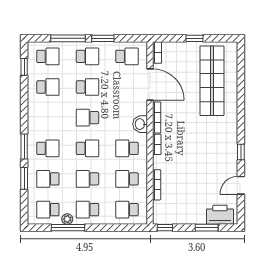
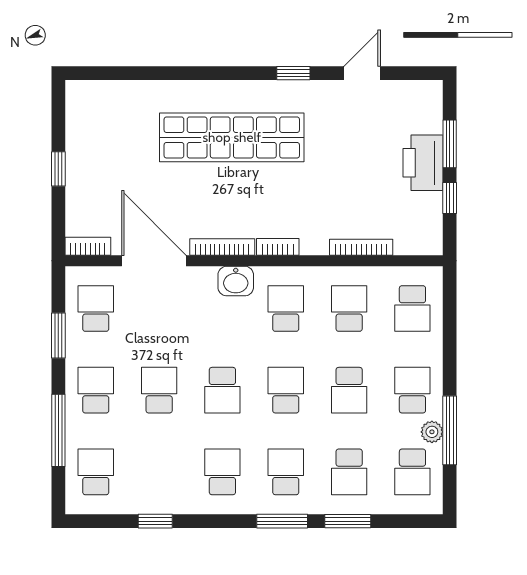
window: (103, 38) -> (58, 335), moved
window: (24, 67) -> (155, 521), moved
shop shelf: (212, 81) -> (232, 137), moved
door: (150, 84) -> (154, 261), hinge flipped
school desk: (48, 87) -> (222, 472), moved
school desk: (127, 148) -> (286, 308), turned 180
school desk: (127, 179) -> (349, 308), turned 180
door: (241, 185) -> (362, 73), swing flipped
school desk: (87, 210) -> (412, 390), turned 180
printer: (220, 215) -> (423, 163), moved
window: (165, 228) -> (450, 198), moved

